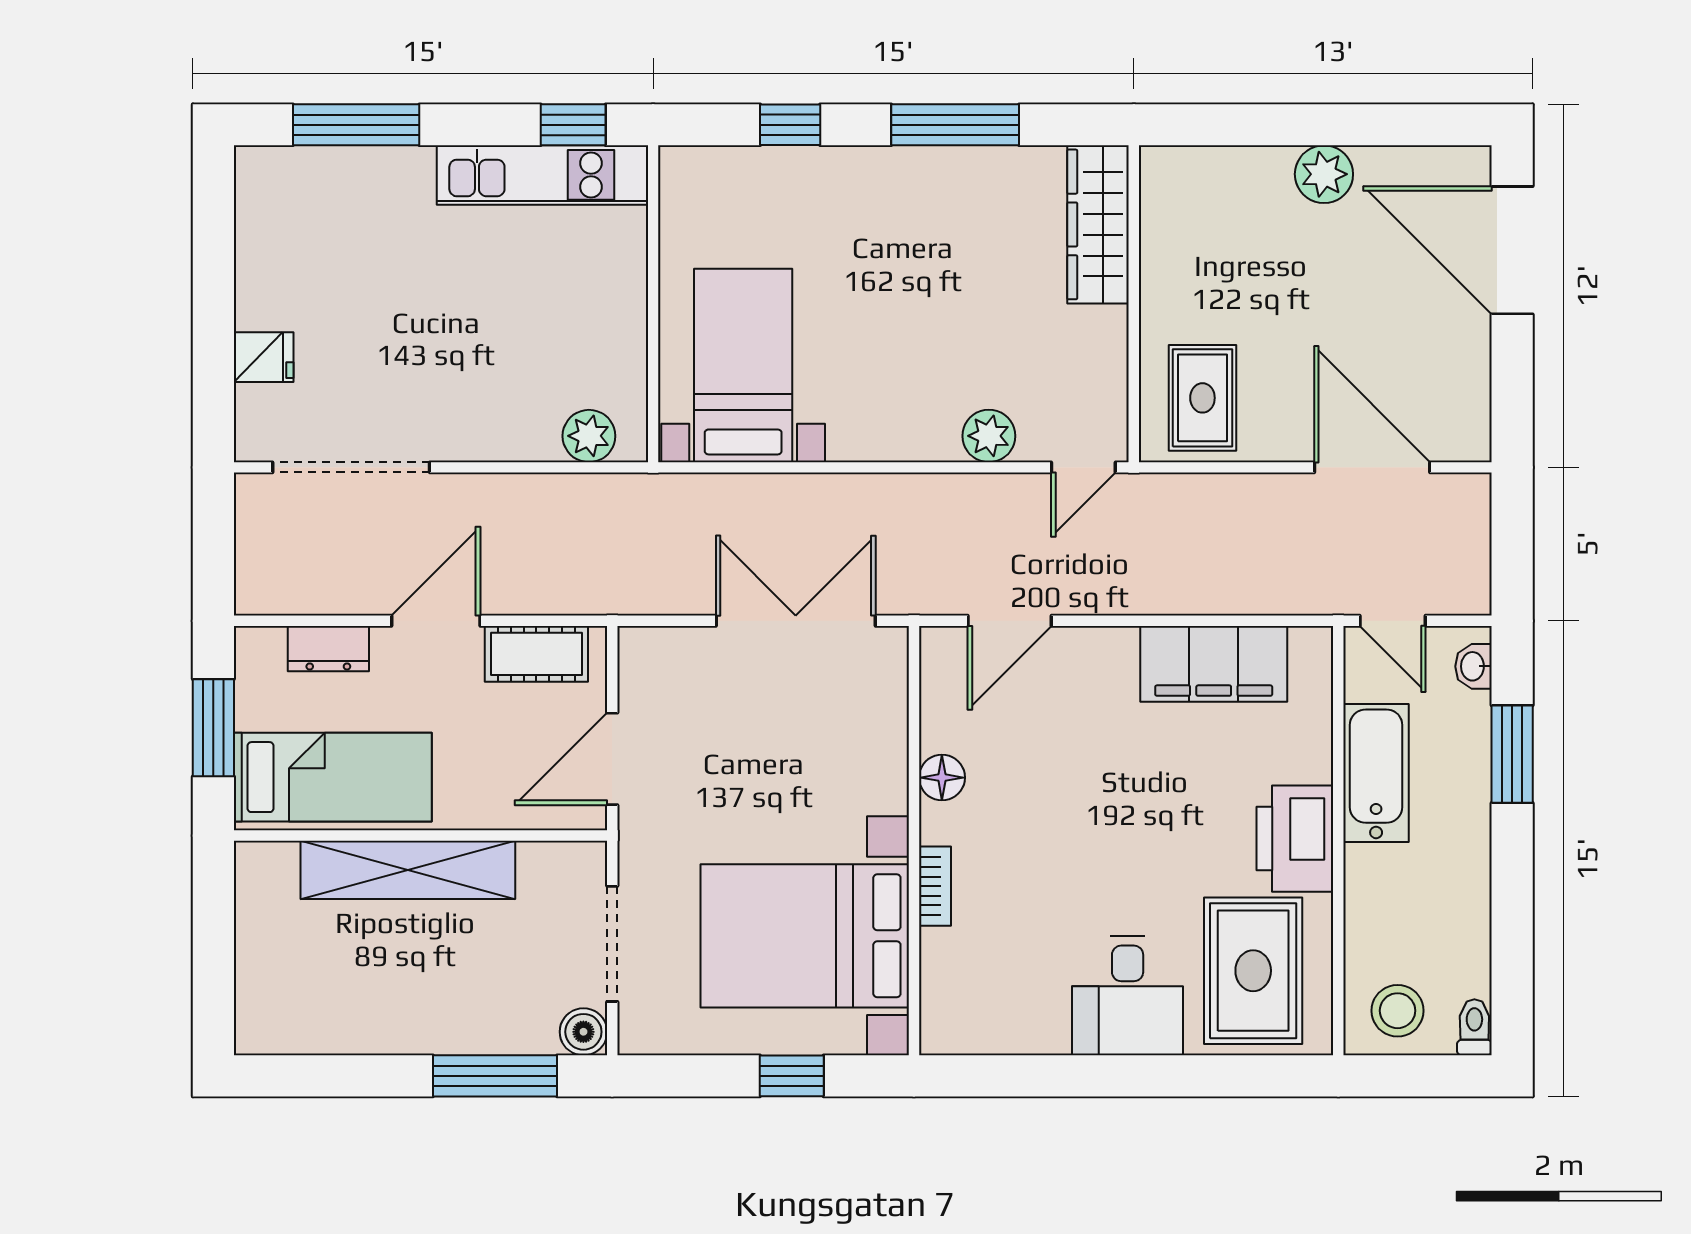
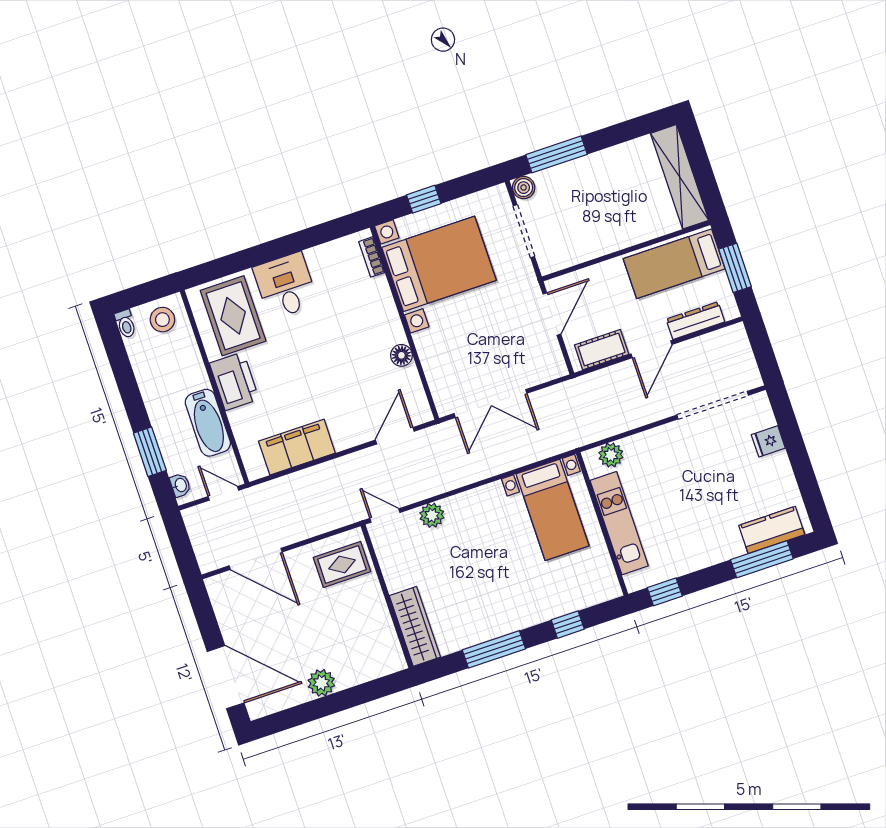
kitchen unit: (542, 175) -> (619, 523), moved, turned 90
kitchen counter: (317, 177) -> (772, 530), added
rug: (1202, 398) -> (342, 564), turned 90
door: (1083, 467) -> (385, 515), hinge flipped
dresser: (328, 649) -> (695, 321), width x1.44
shelving: (408, 870) -> (680, 177), moved, turned 90
bookcase: (935, 886) -> (372, 257), moved

